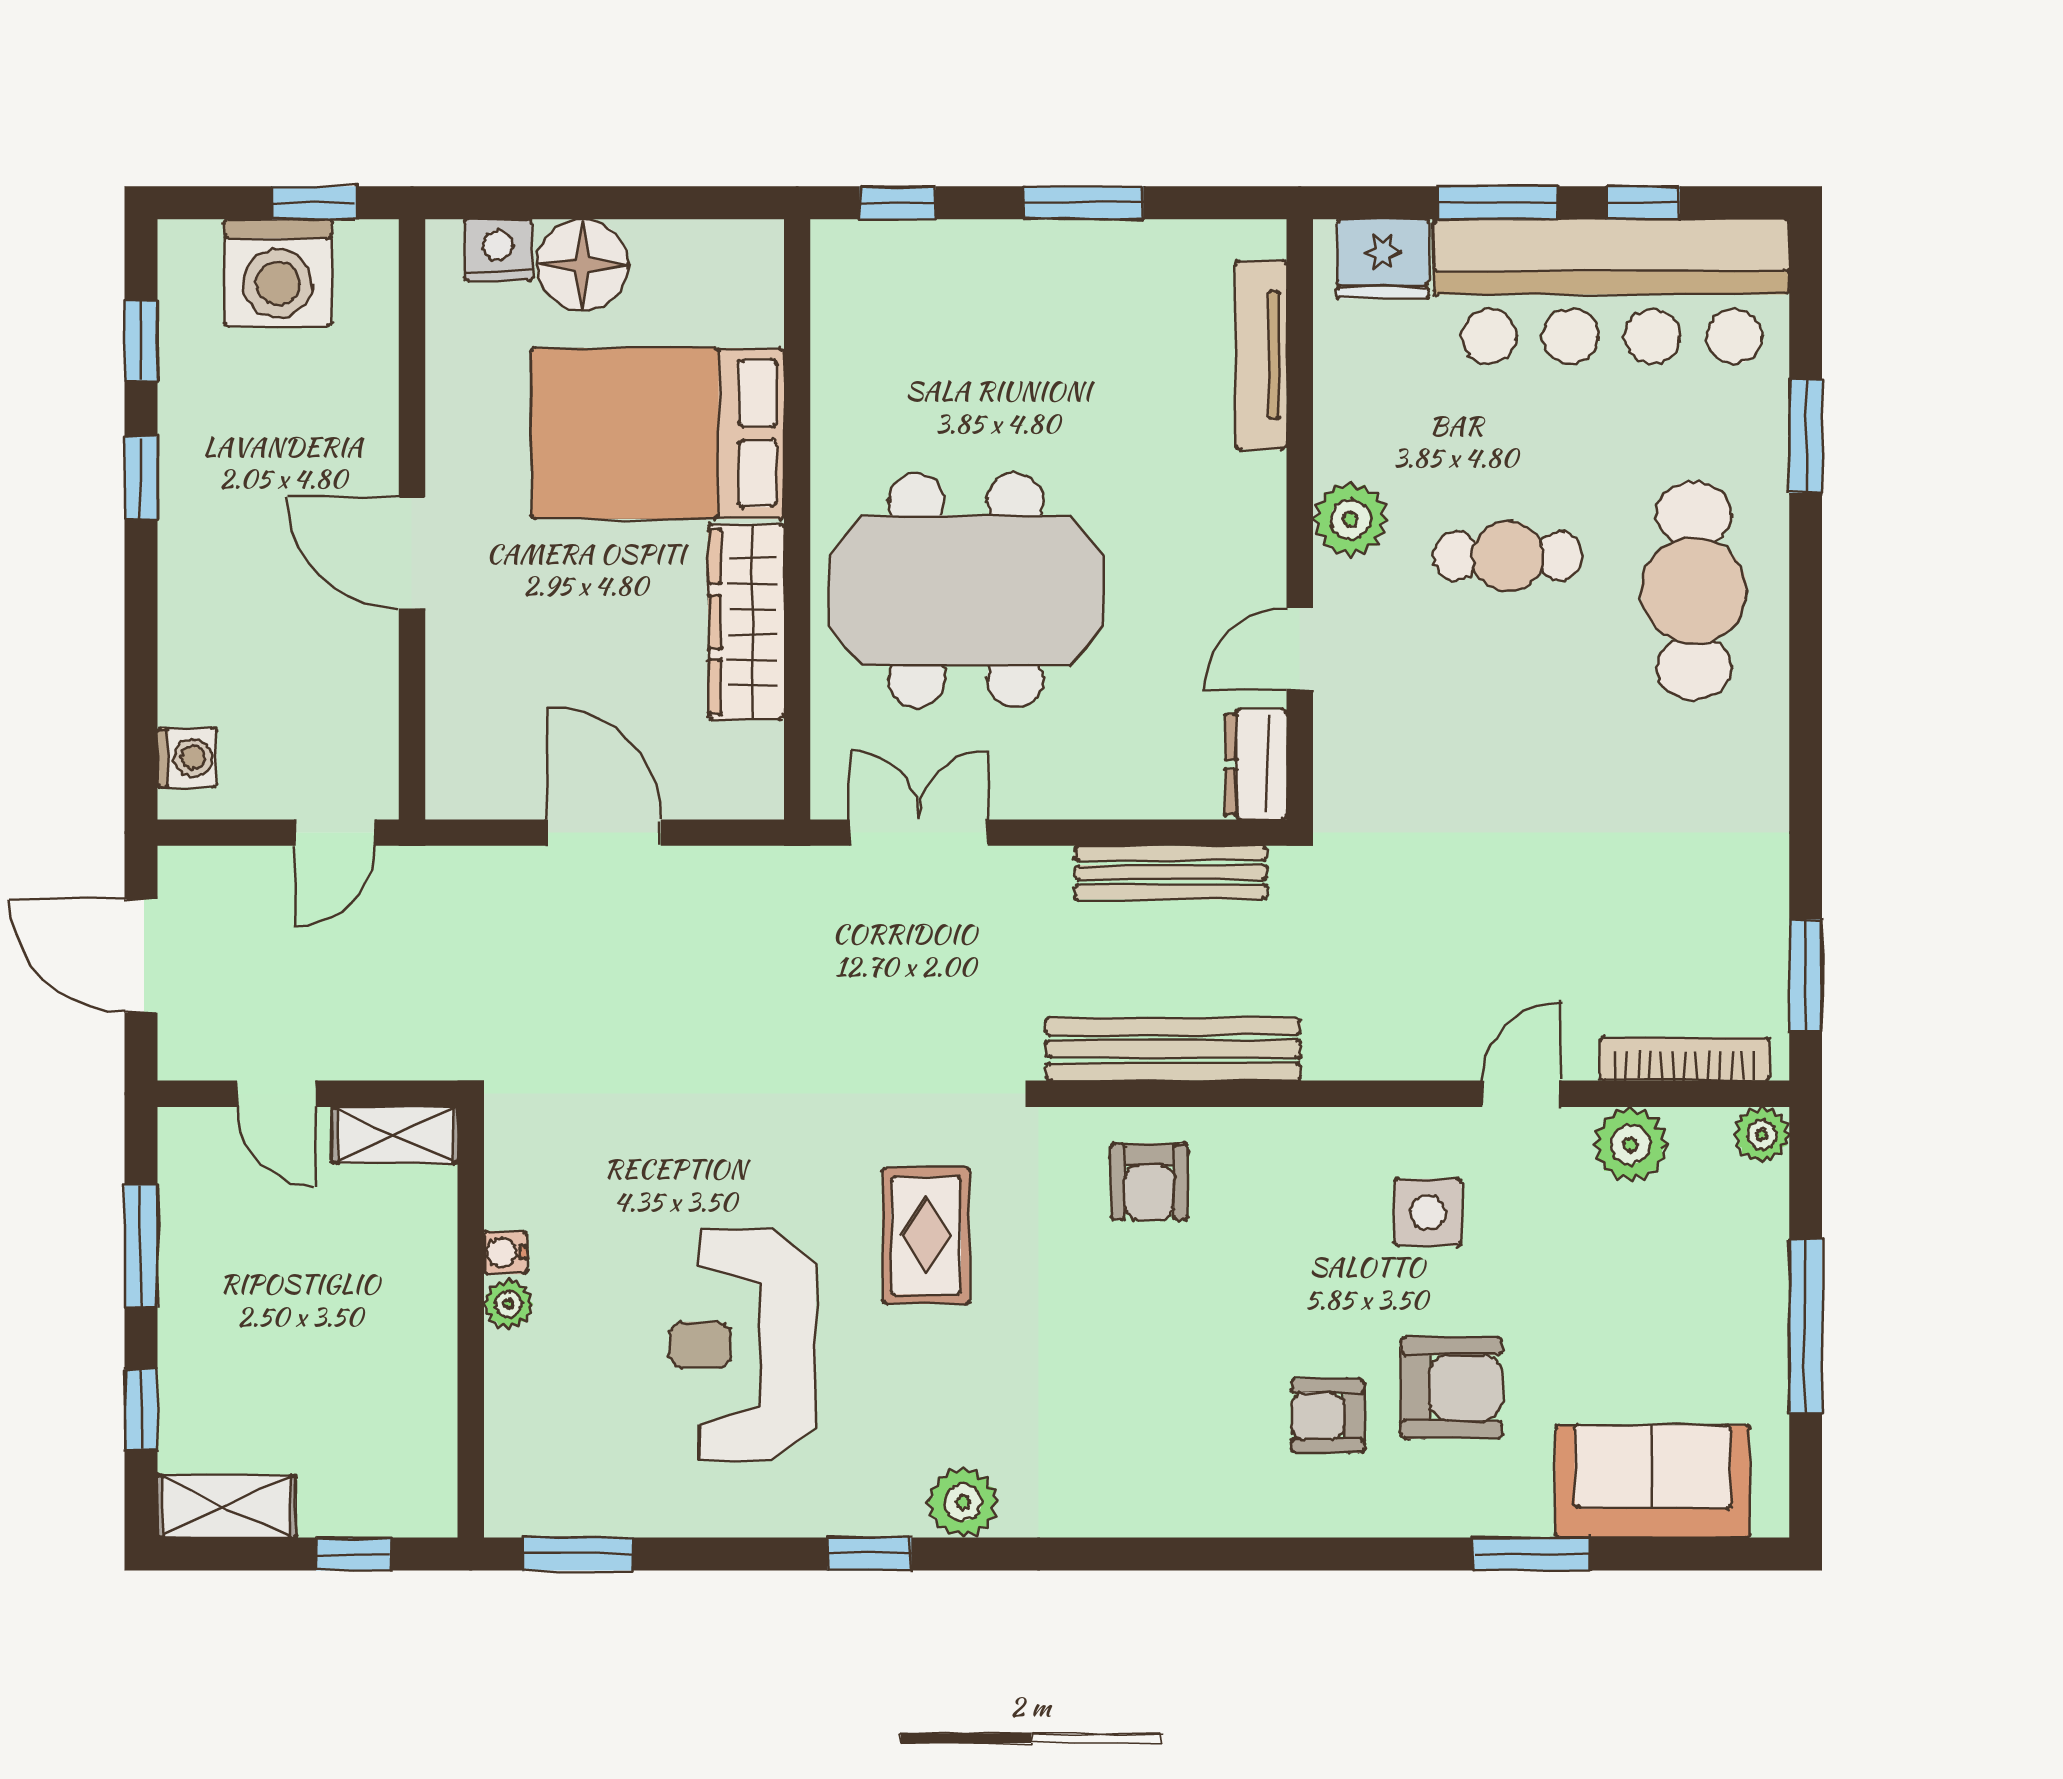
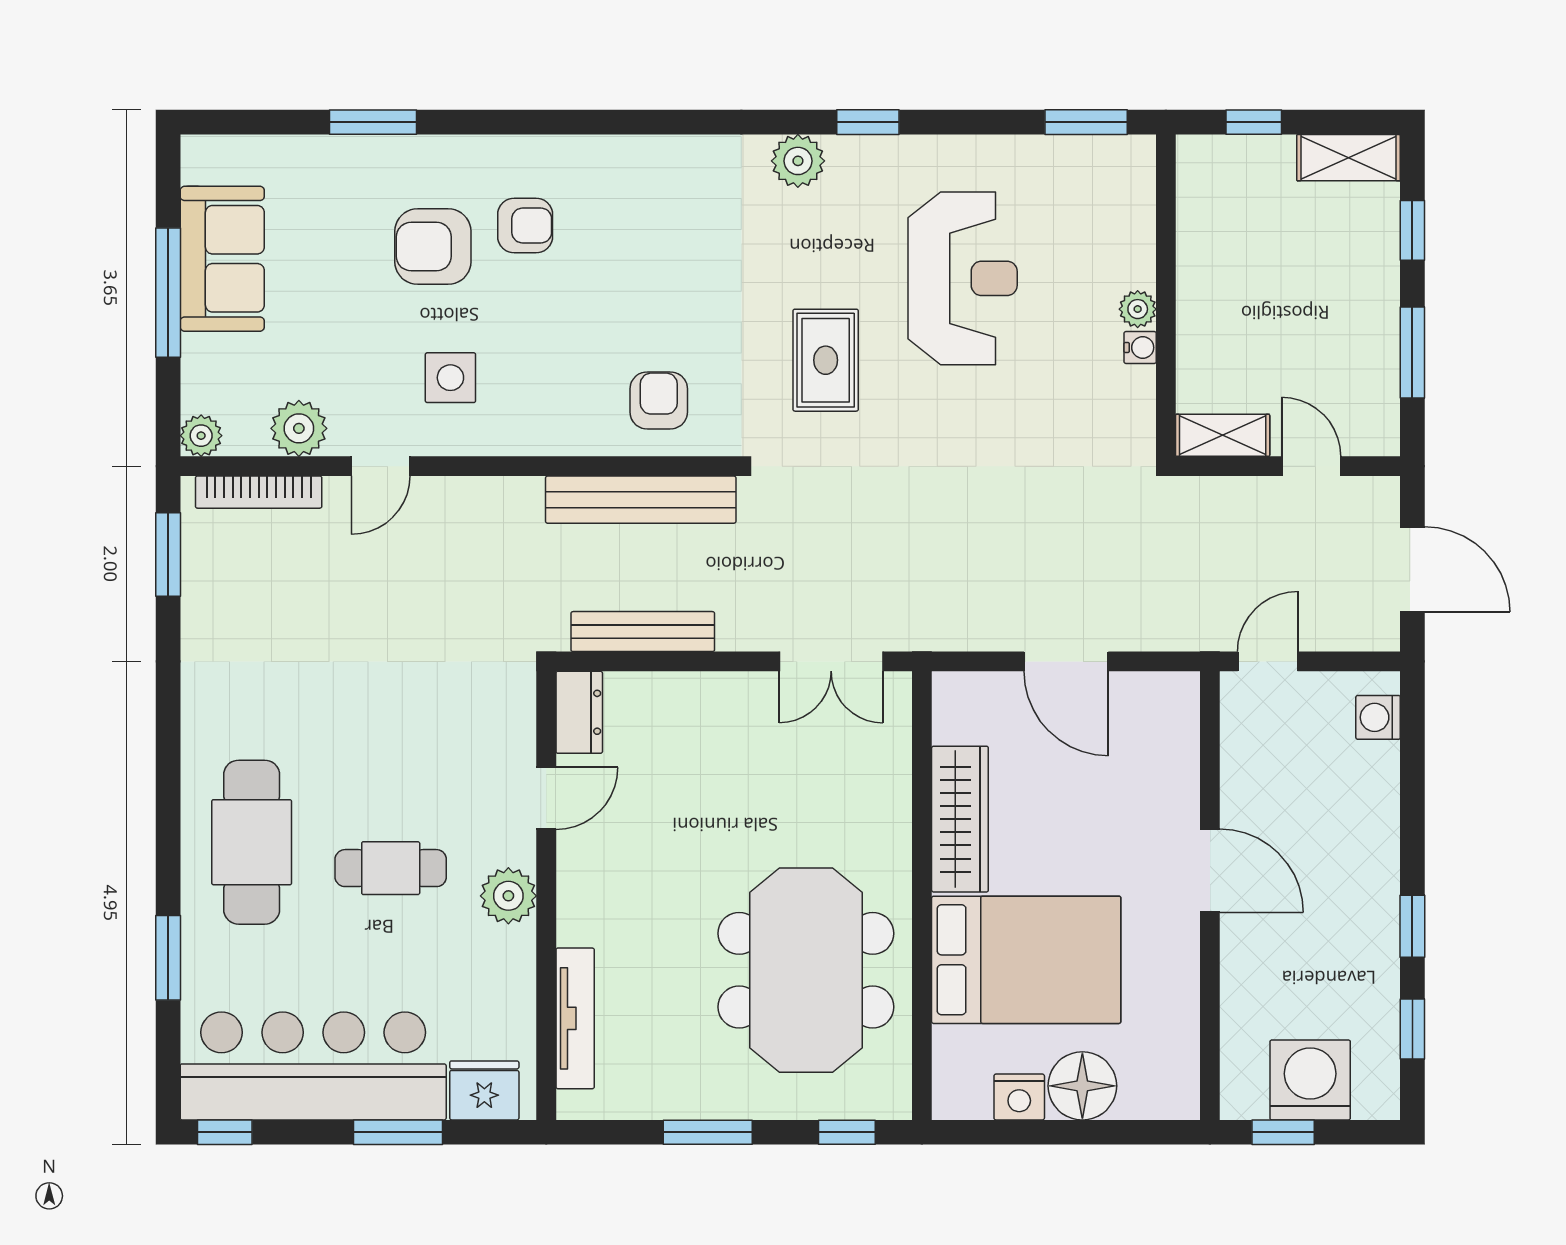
window: (1643, 203) -> (225, 1132), moved
nightstand: (498, 250) -> (1019, 1097), moved
meeting table: (966, 591) -> (806, 970), moved, turned 90
sofa: (1652, 1482) -> (222, 259), moved, turned -90

